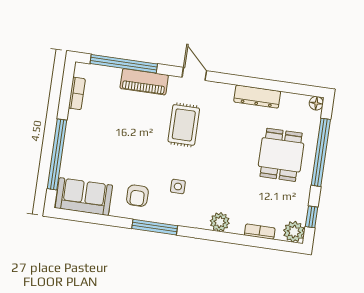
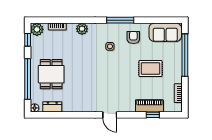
window: (124, 64) -> (153, 115), width x0.32
piano: (144, 82) -> (149, 106), moved
dresser: (257, 97) -> (52, 107), moved, width x0.70
rug: (184, 125) -> (150, 68), moved, turned 90

